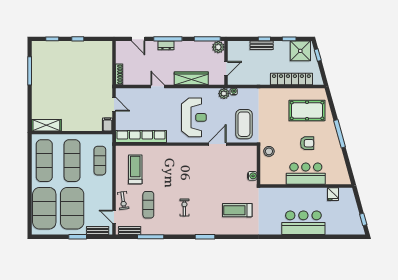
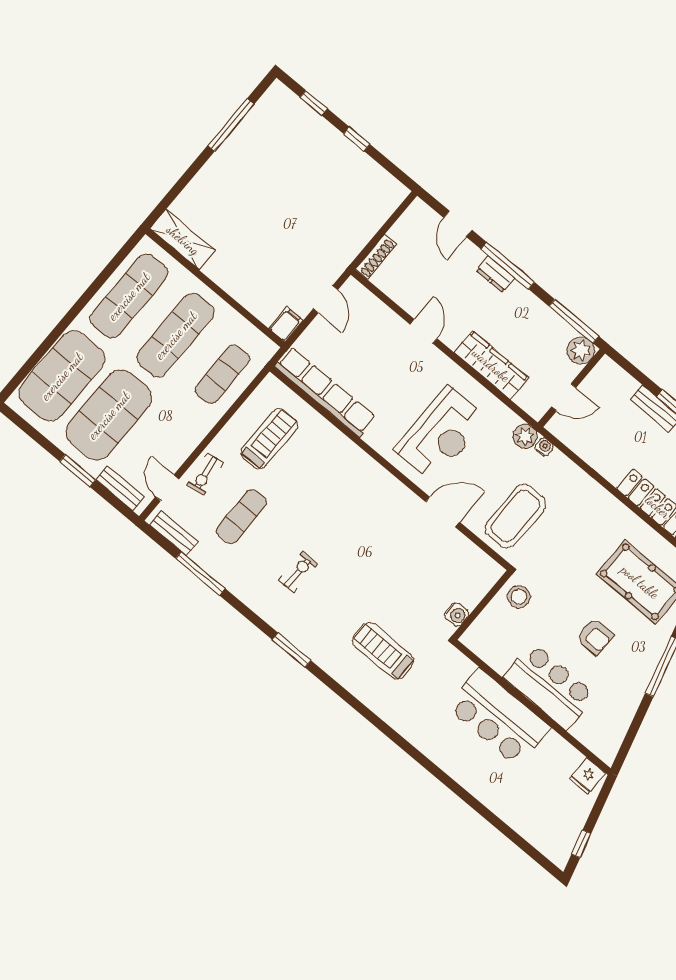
fridge: (333, 194) -> (587, 776), moved
bar counter: (303, 223) -> (498, 717), moved, turned 180

